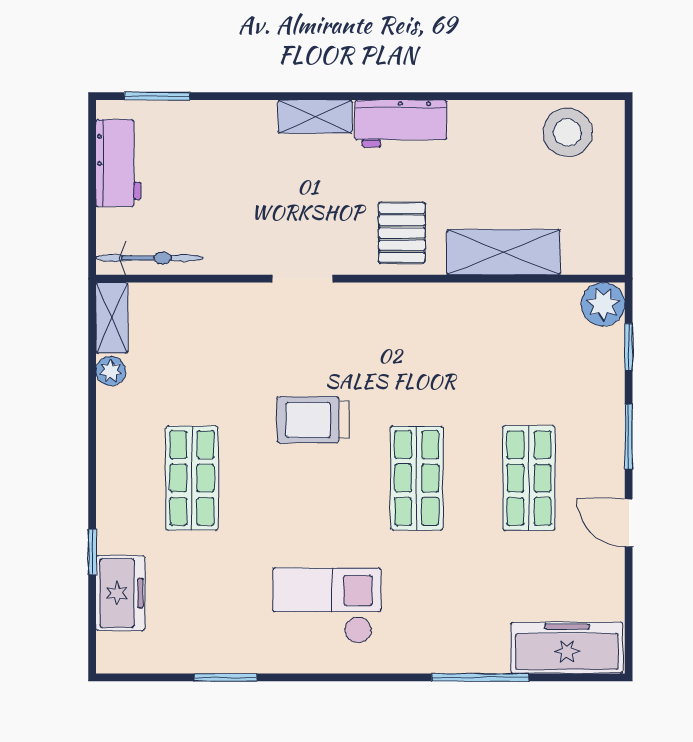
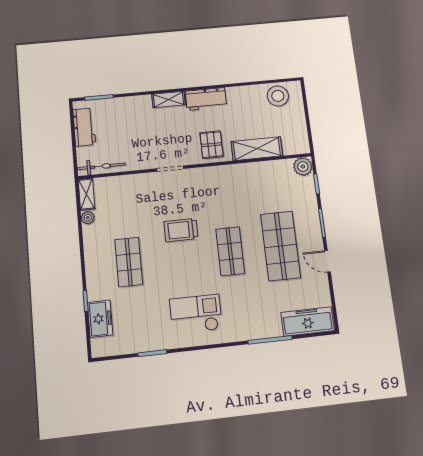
shop shelf: (529, 478) -> (280, 246), width x1.43, depth x1.36

